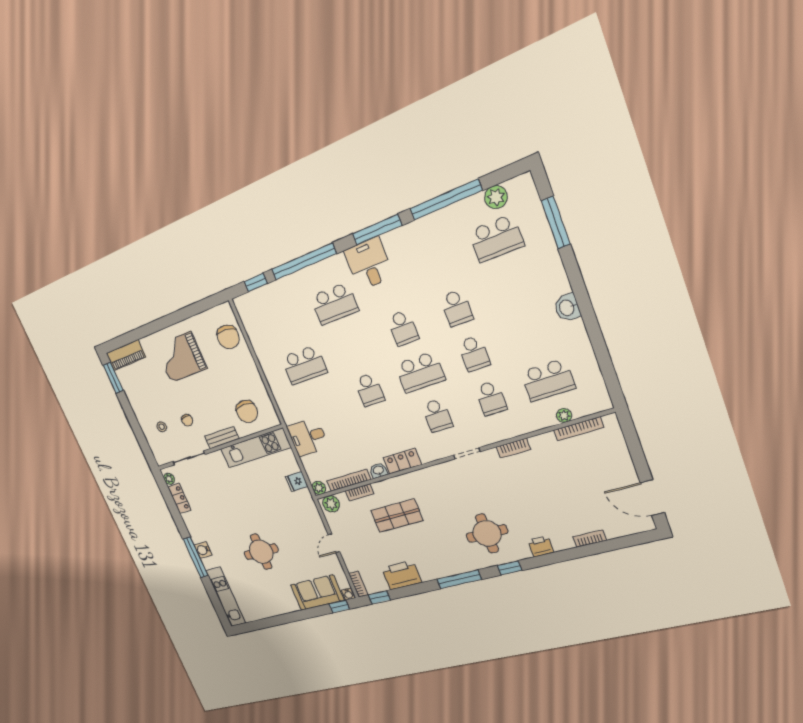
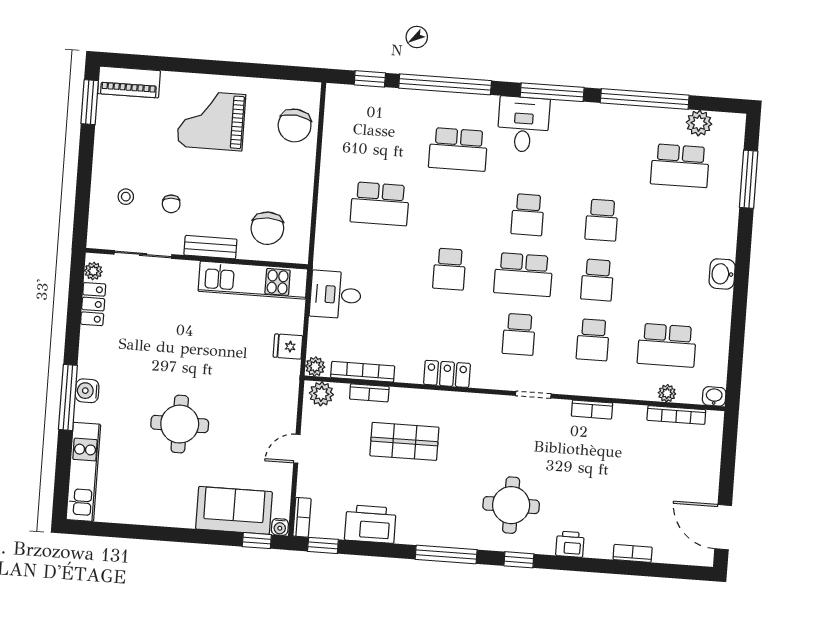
washbasin: (378, 471) -> (714, 396), moved

